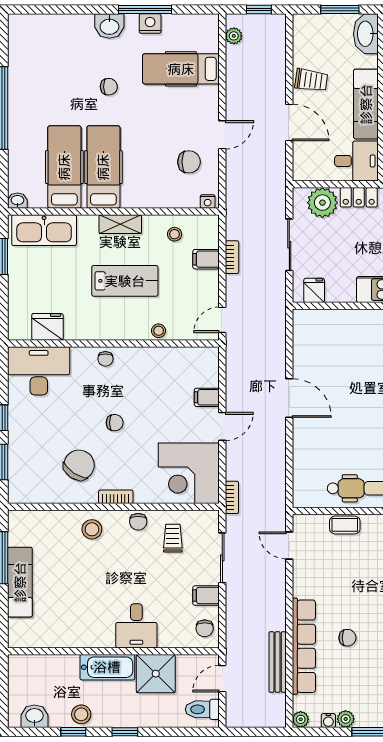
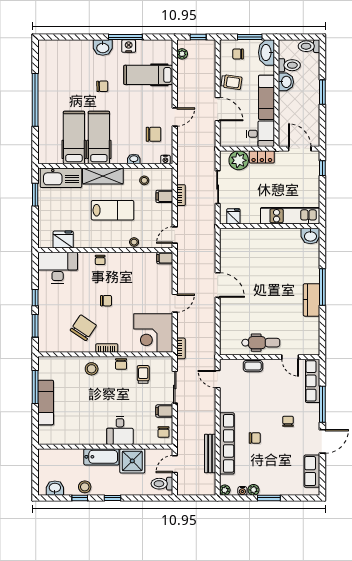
chair: (321, 36) -> (238, 54), added
washbasin: (17, 201) -> (134, 159), moved
shelving: (120, 224) -> (103, 176), width x1.50, depth x1.33
filing cabinet: (207, 397) -> (165, 258), moved

